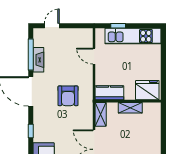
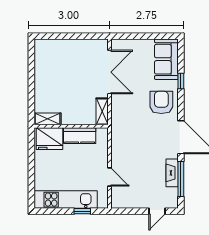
kitchen counter: (109, 93) -> (80, 136), moved
armchair: (68, 96) -> (161, 102), moved
shelving: (130, 108) -> (47, 119), moved
window: (31, 131) -> (181, 81), moved

